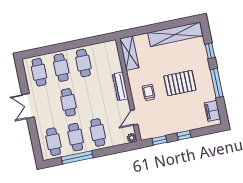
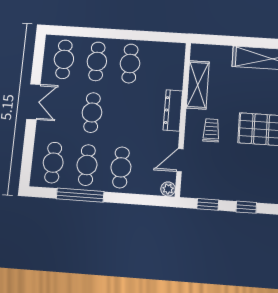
shelving: (129, 53) -> (198, 85), moved
double door: (28, 106) -> (33, 102), swing flipped

